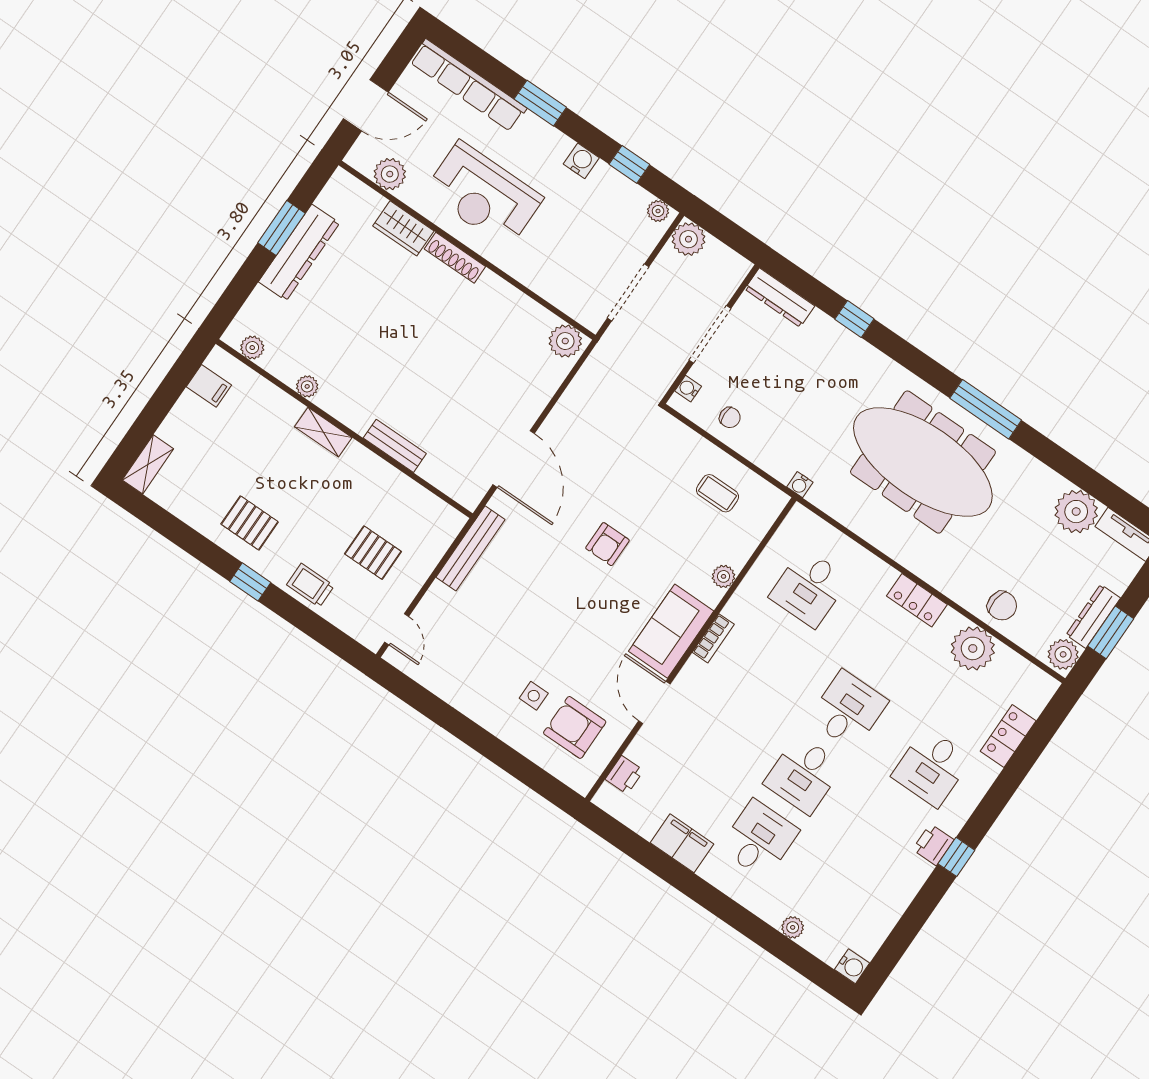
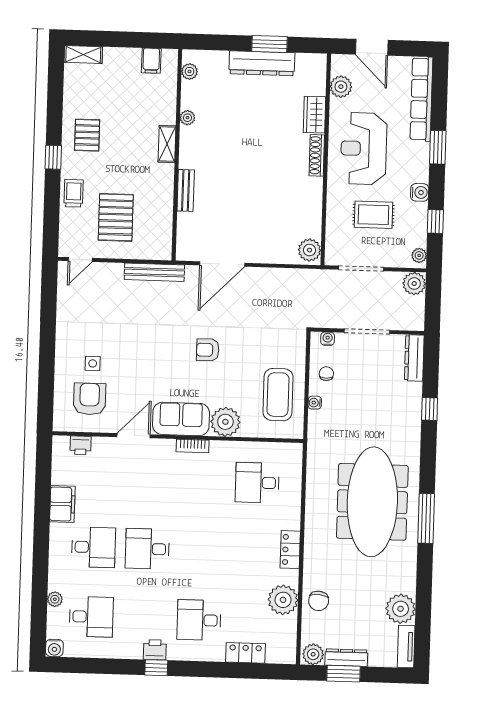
rug: (572, 235) -> (373, 215), added
chair: (730, 418) -> (326, 374), turned 180
water cooler: (800, 485) -> (315, 403), moved
coffee table: (717, 493) -> (278, 395), width x1.86, depth x1.72
pallet: (373, 553) -> (116, 217), width x1.50, depth x1.42
plant: (724, 576) -> (225, 422), width x1.88, depth x1.88
desk: (848, 710) -> (91, 617), moved

